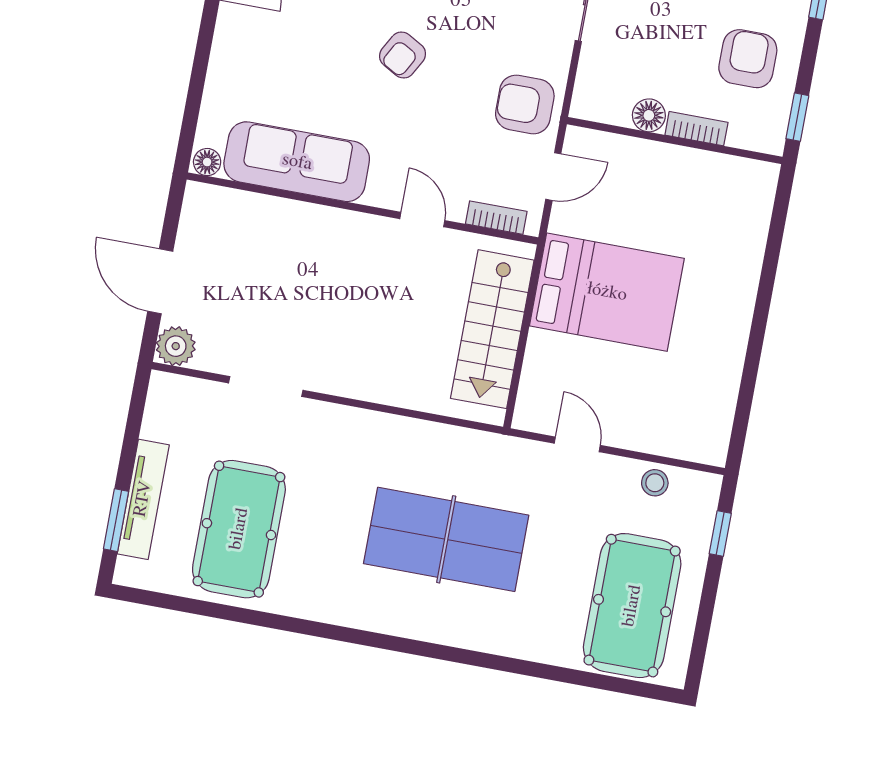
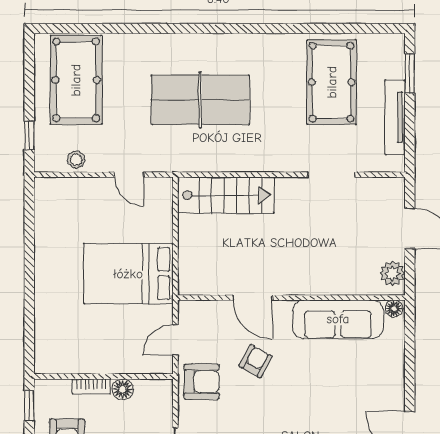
armchair: (403, 55) -> (256, 361), moved
bookcase: (496, 218) -> (206, 307), removed
door: (422, 220) -> (253, 298), width x1.37
stairs: (492, 329) -> (226, 195), moved, turned 90
plant: (176, 346) -> (392, 273), moved
tv unit: (143, 499) -> (395, 117), moved

